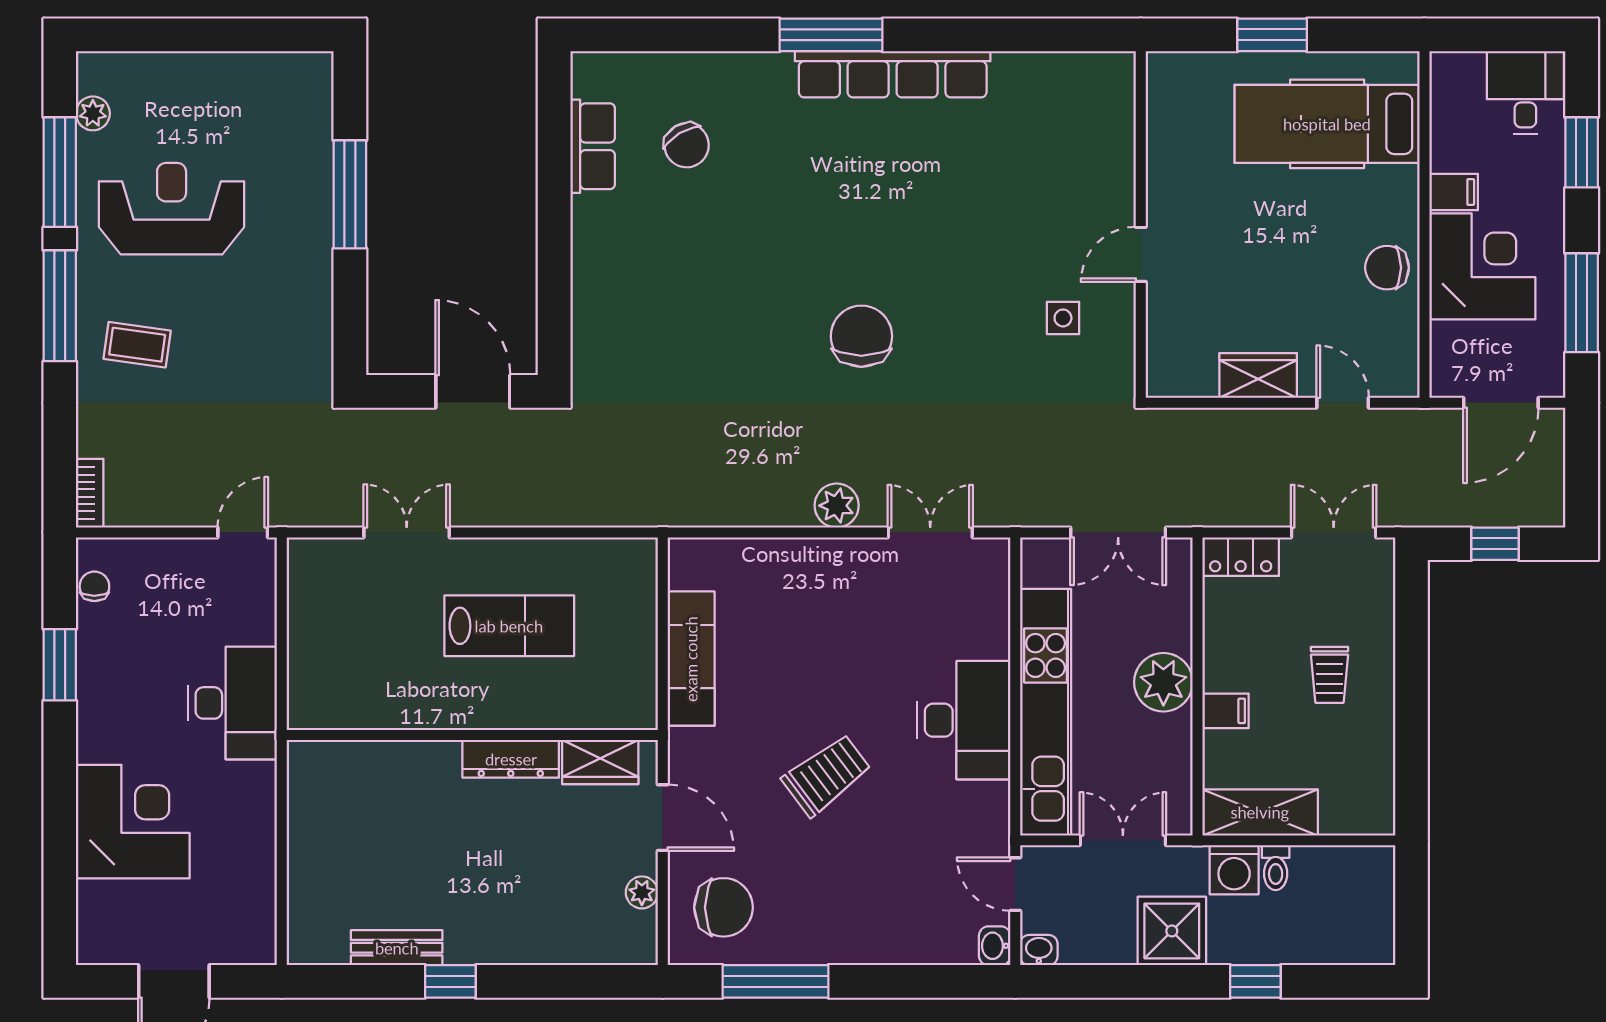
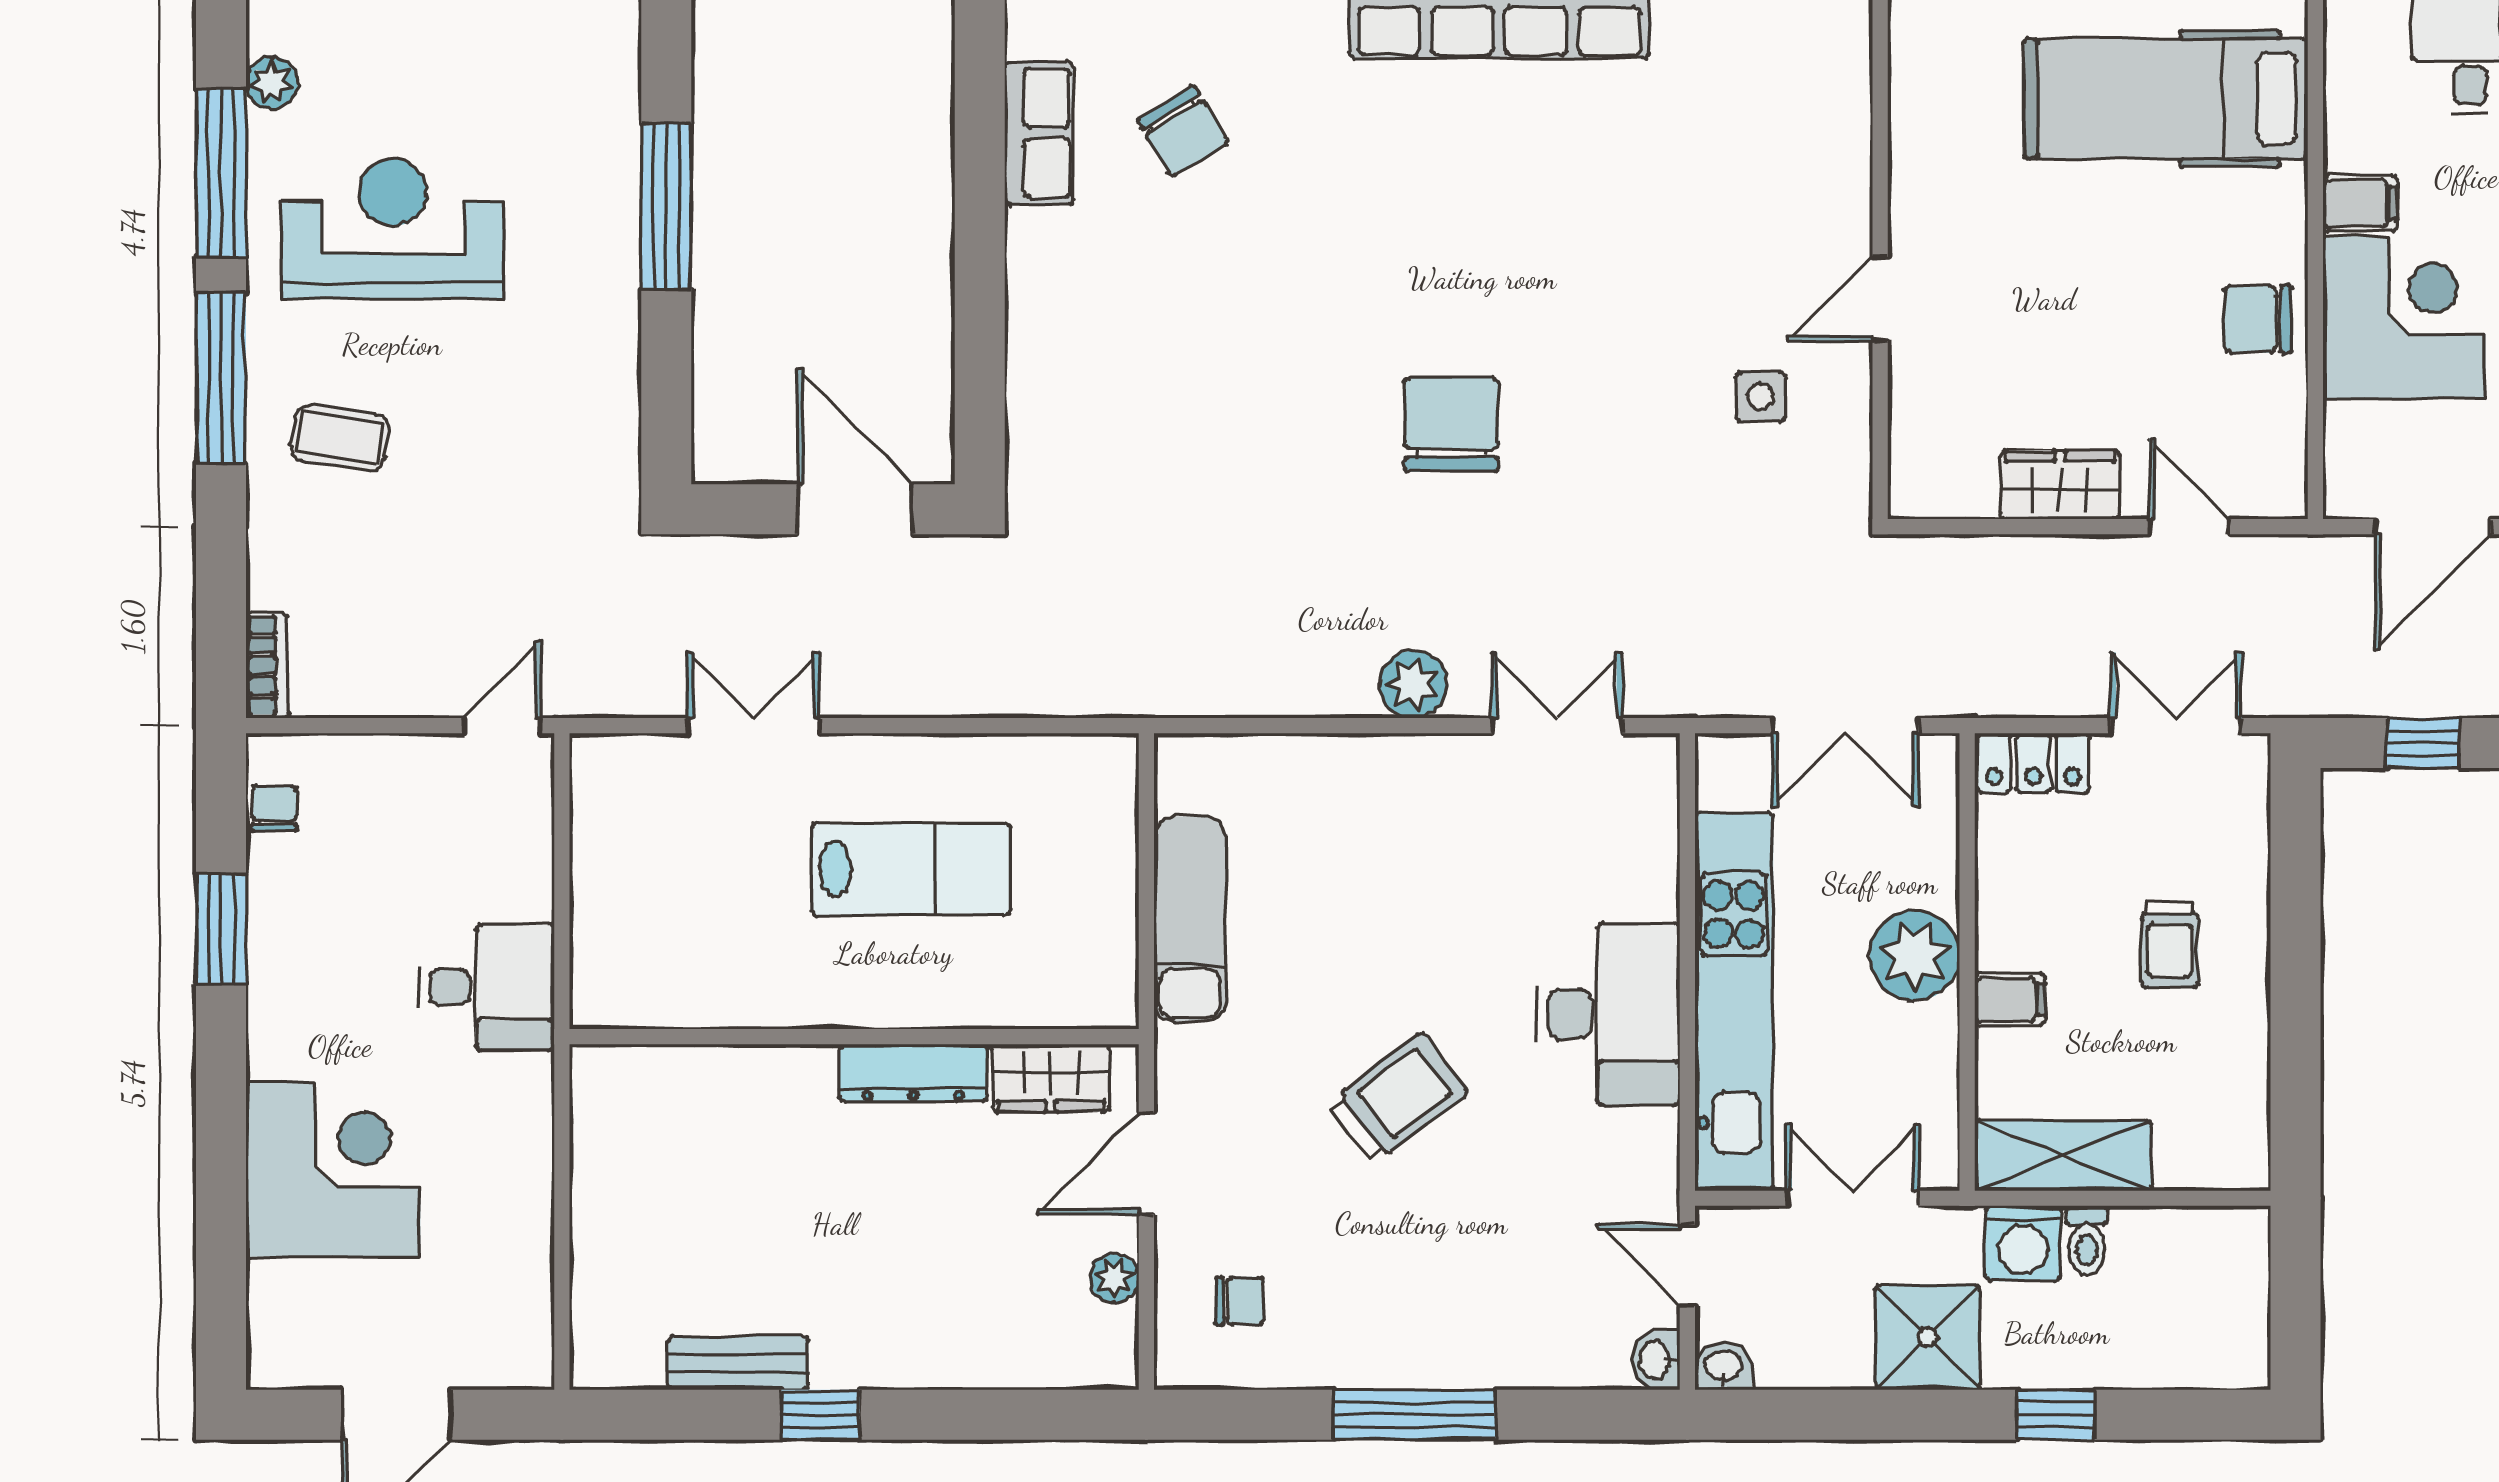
desk: (233, 703) -> (486, 987), width x0.73
door: (663, 818) -> (1146, 1163), swing flipped
chair: (723, 907) -> (1240, 1301), width x0.54, depth x0.54
window: (775, 981) -> (1415, 1415), moved

